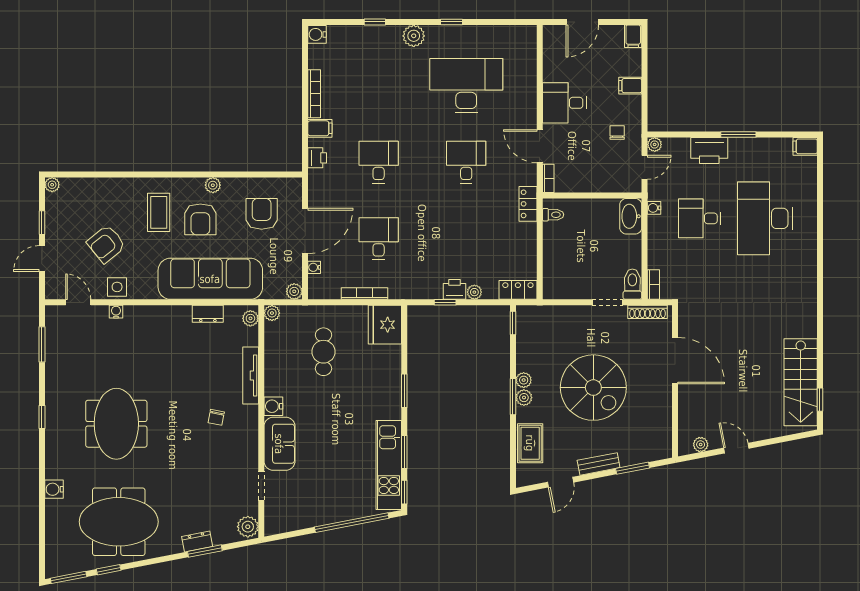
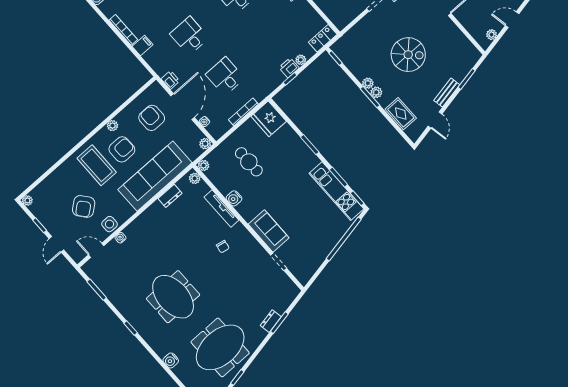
printer: (317, 158) -> (170, 80), moved
coffee table: (159, 212) -> (97, 165), width x1.36, depth x1.32
armchair: (200, 219) -> (122, 149), turned -90
spiral stairs: (593, 388) -> (408, 55), width x0.73, depth x0.73
water cooler: (273, 406) -> (234, 198), moved
plant: (248, 527) -> (291, 290), removed

